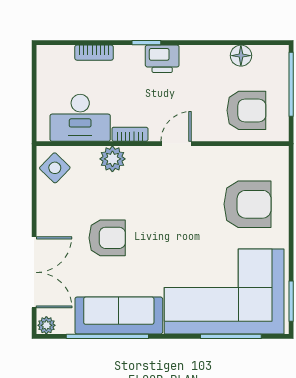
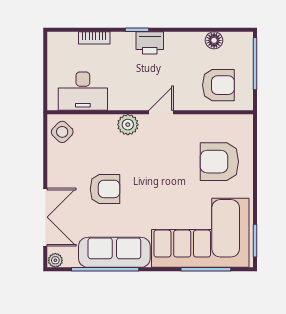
bookcase: (130, 134) -> (123, 104), removed
plant: (112, 159) -> (128, 125), moved
armchair: (248, 204) -> (219, 162), turned 180

